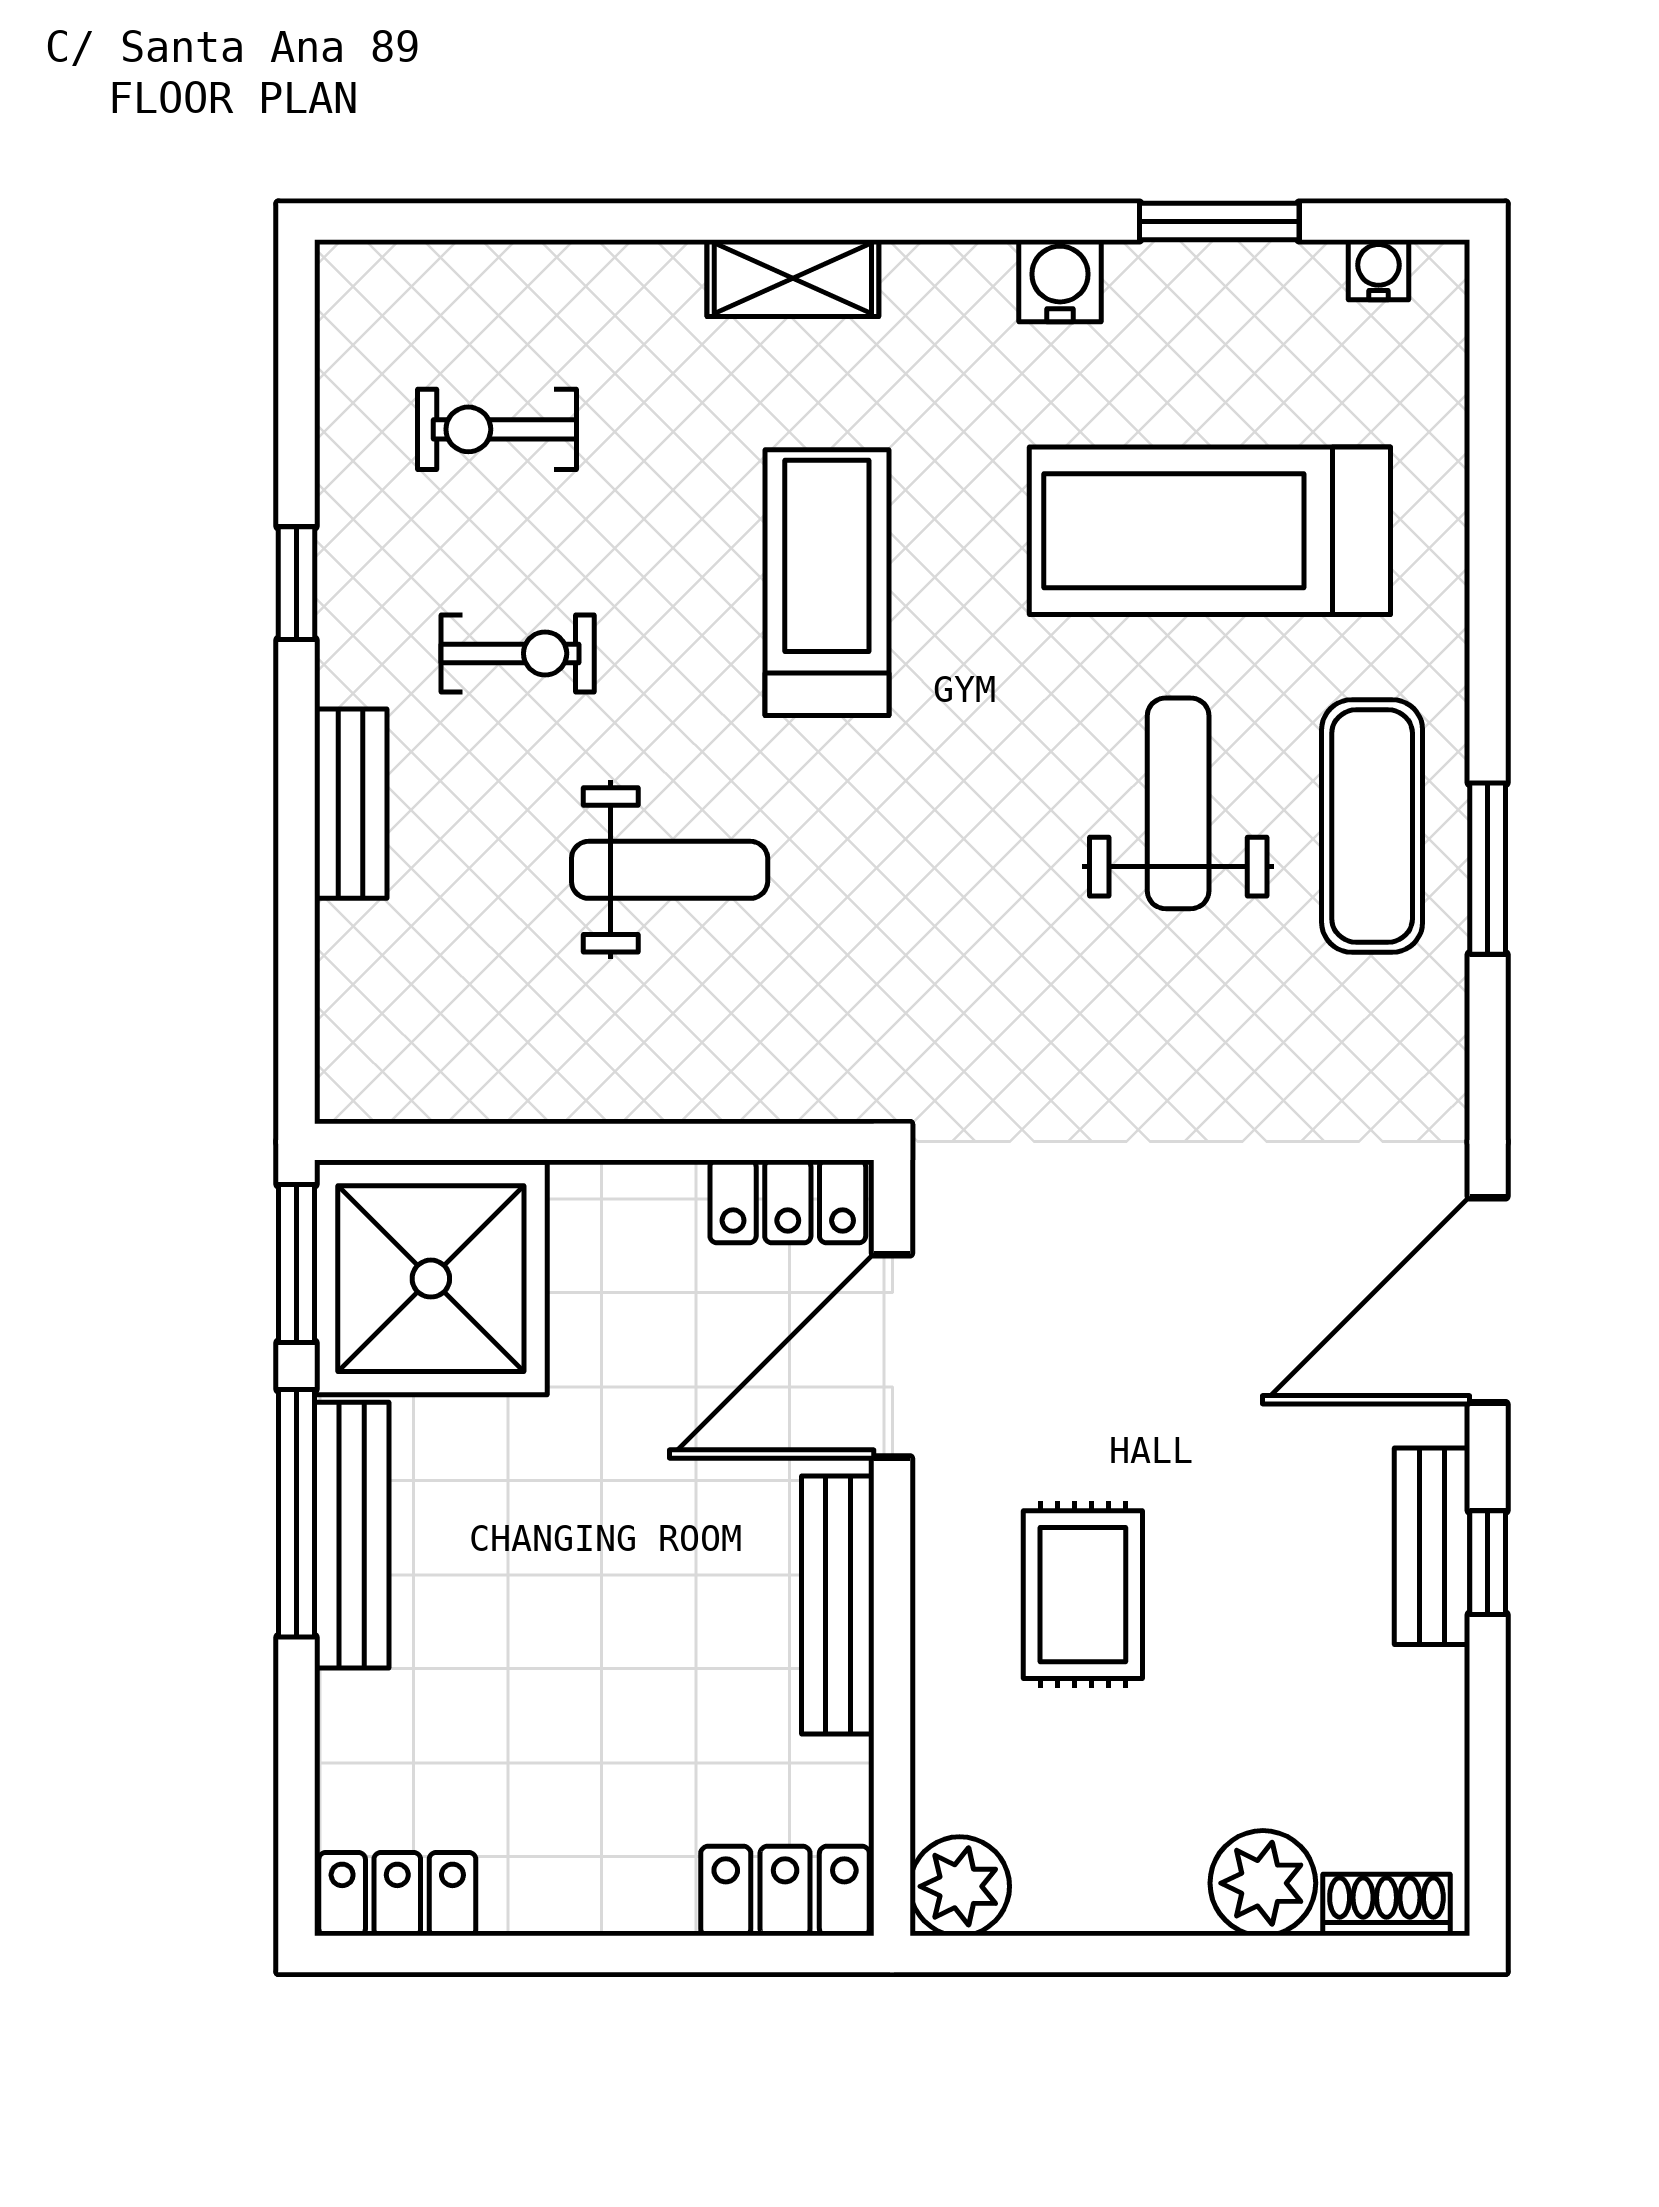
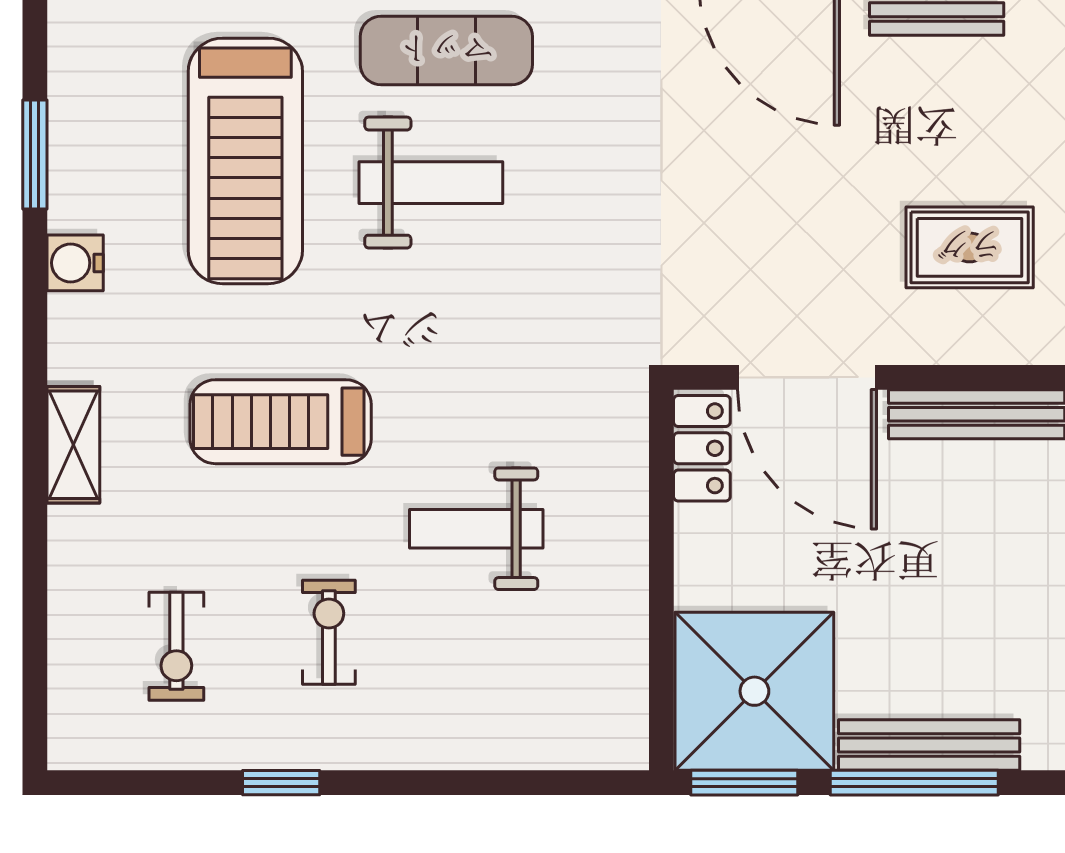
water cooler: (1379, 270) -> (68, 46), removed
weight bench: (1178, 803) -> (431, 183), turned 180
bench: (351, 804) -> (431, 746), removed
weight bench: (670, 870) -> (476, 529), turned -90

